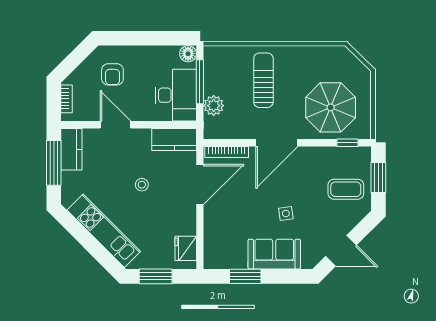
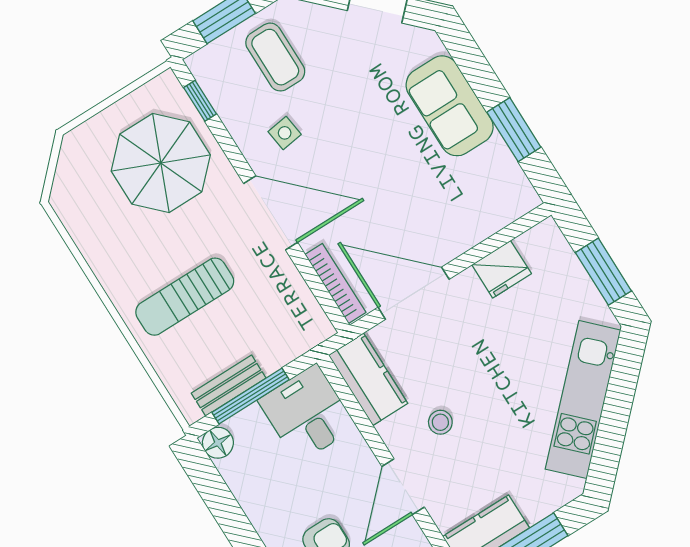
bench: (211, 75) -> (229, 386), added
desk: (176, 95) -> (307, 414), width x0.73
plant: (214, 106) -> (274, 350), removed
stool: (142, 185) -> (440, 422), moved
side table: (286, 213) -> (285, 133), moved
fridge: (186, 248) -> (502, 269), moved

